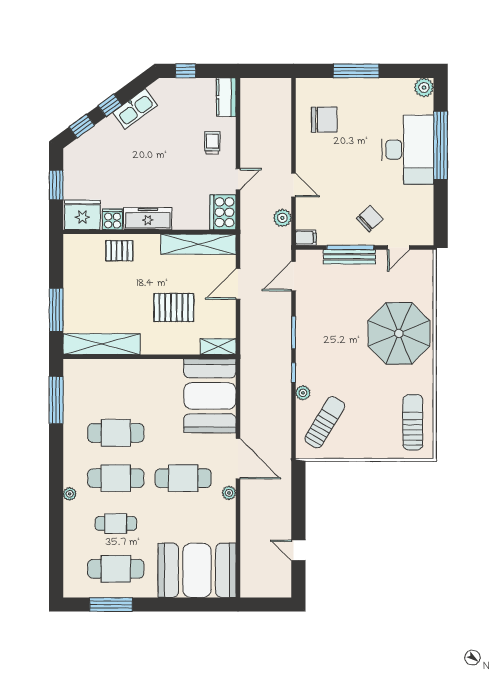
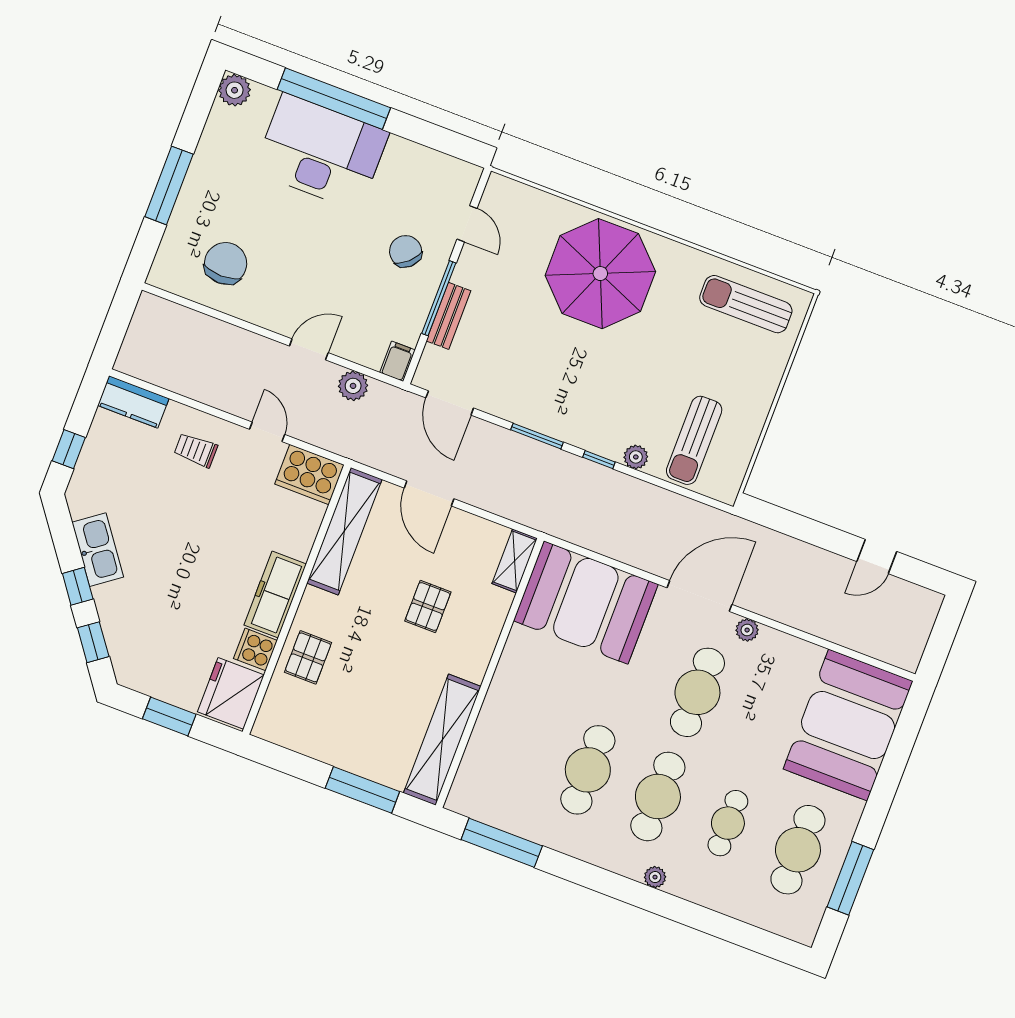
bench: (349, 257) -> (449, 316), width x0.73
pallet: (174, 307) -> (428, 606), width x0.67, depth x0.71
sun lounger: (325, 422) -> (694, 440), turned -121

